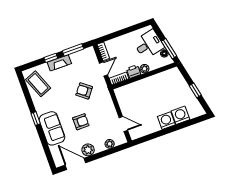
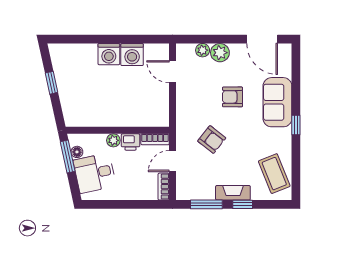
washing machine: (181, 115) -> (132, 55), moved
plant: (88, 150) -> (220, 53), moved

